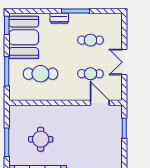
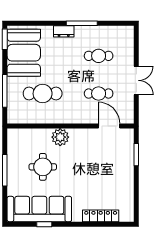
double door: (124, 62) -> (136, 80), swing flipped
plant: (56, 113) -> (60, 137), added

